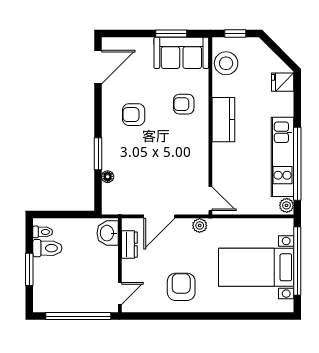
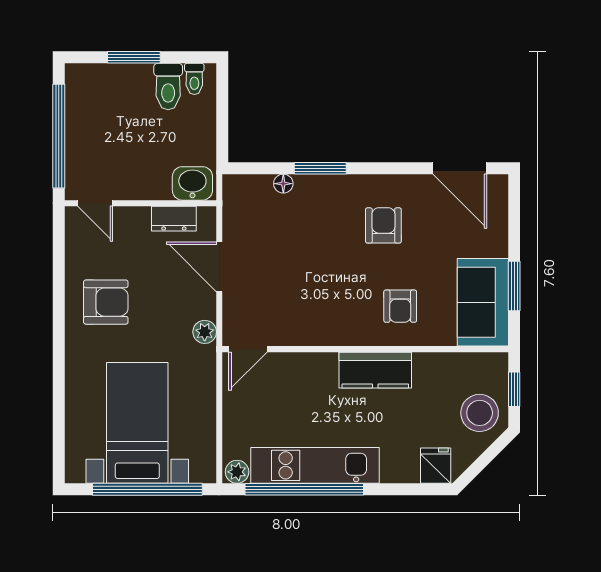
stool: (226, 63) -> (480, 413), moved
armchair: (184, 104) -> (400, 306), turned 180

